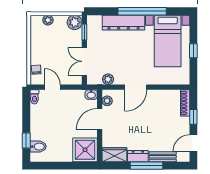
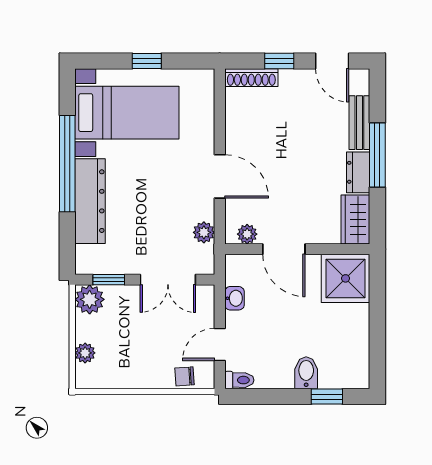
washbasin: (91, 95) -> (234, 298), moved
bidet: (38, 147) -> (306, 373), moved

